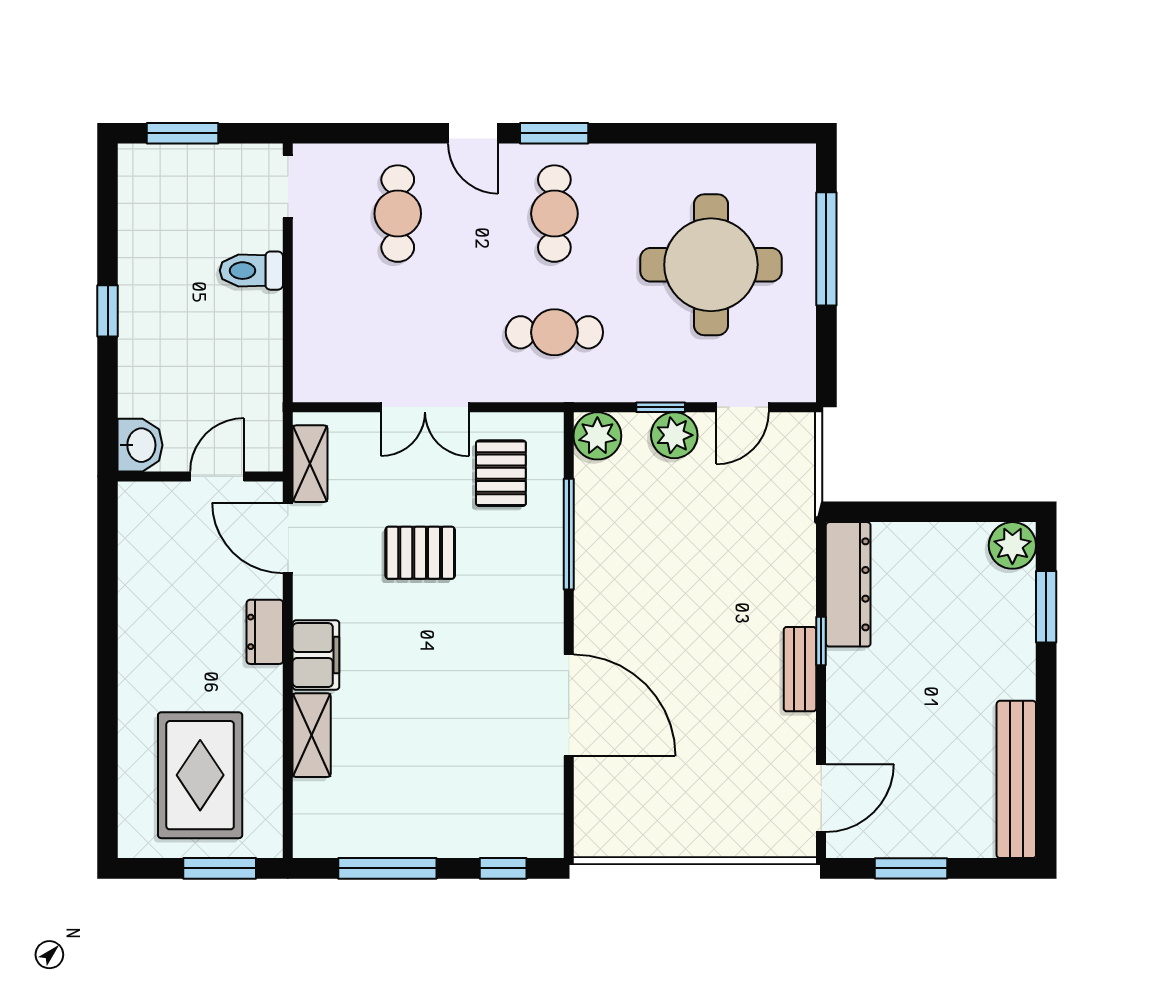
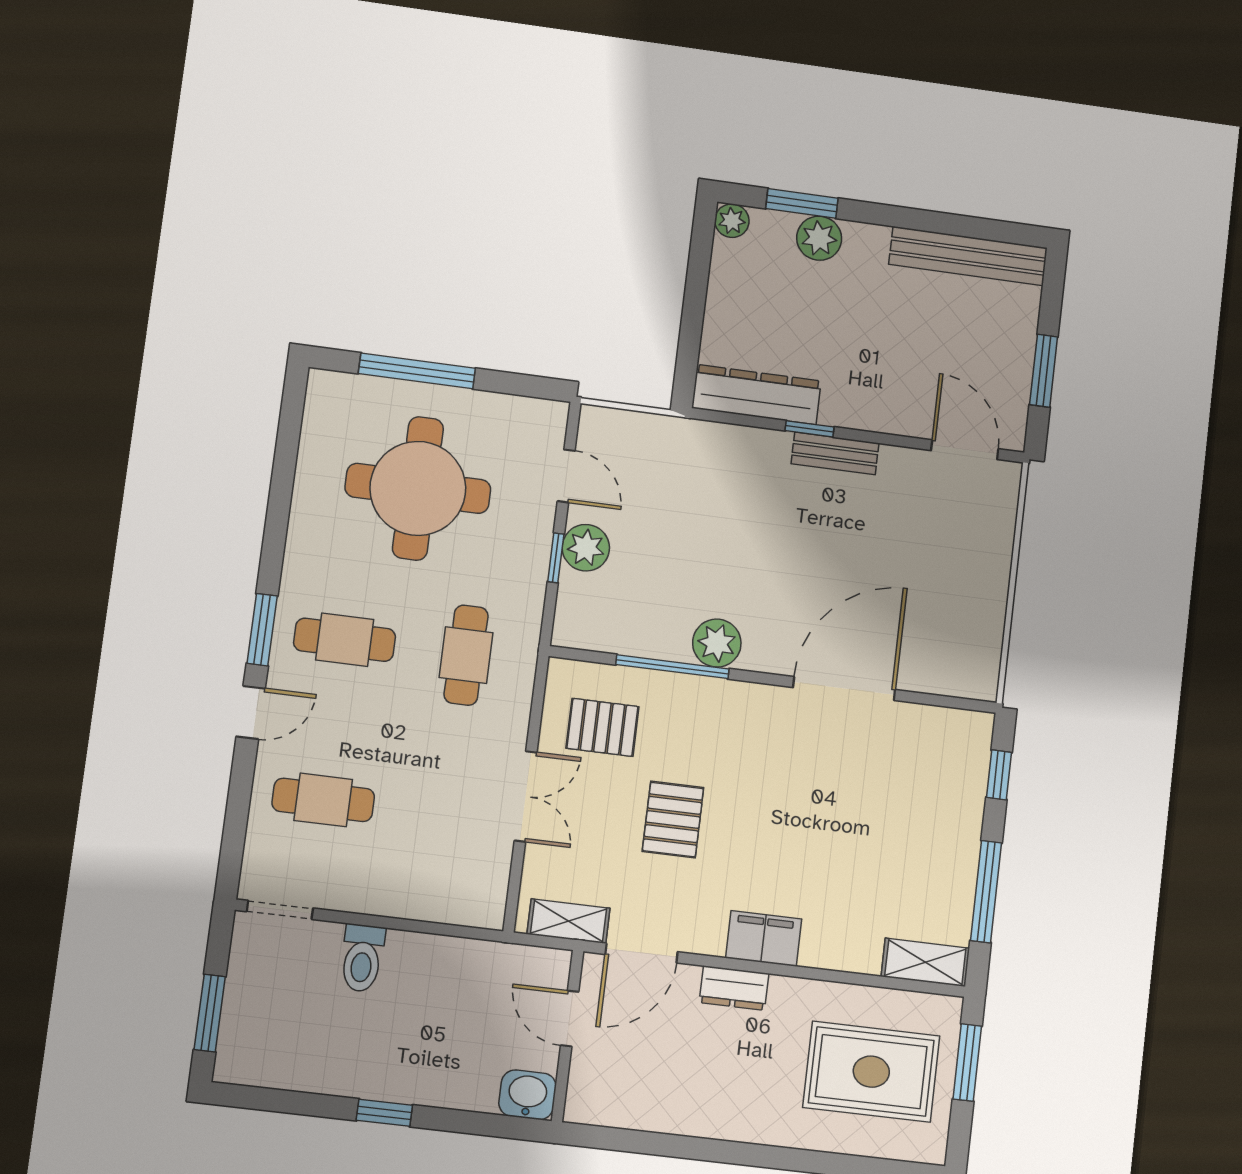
plant: (597, 436) -> (717, 643), moved
plant: (1012, 545) -> (732, 221), width x0.73, depth x0.73
plant: (1013, 628) -> (819, 238), added
shelving: (312, 735) -> (925, 962), moved

